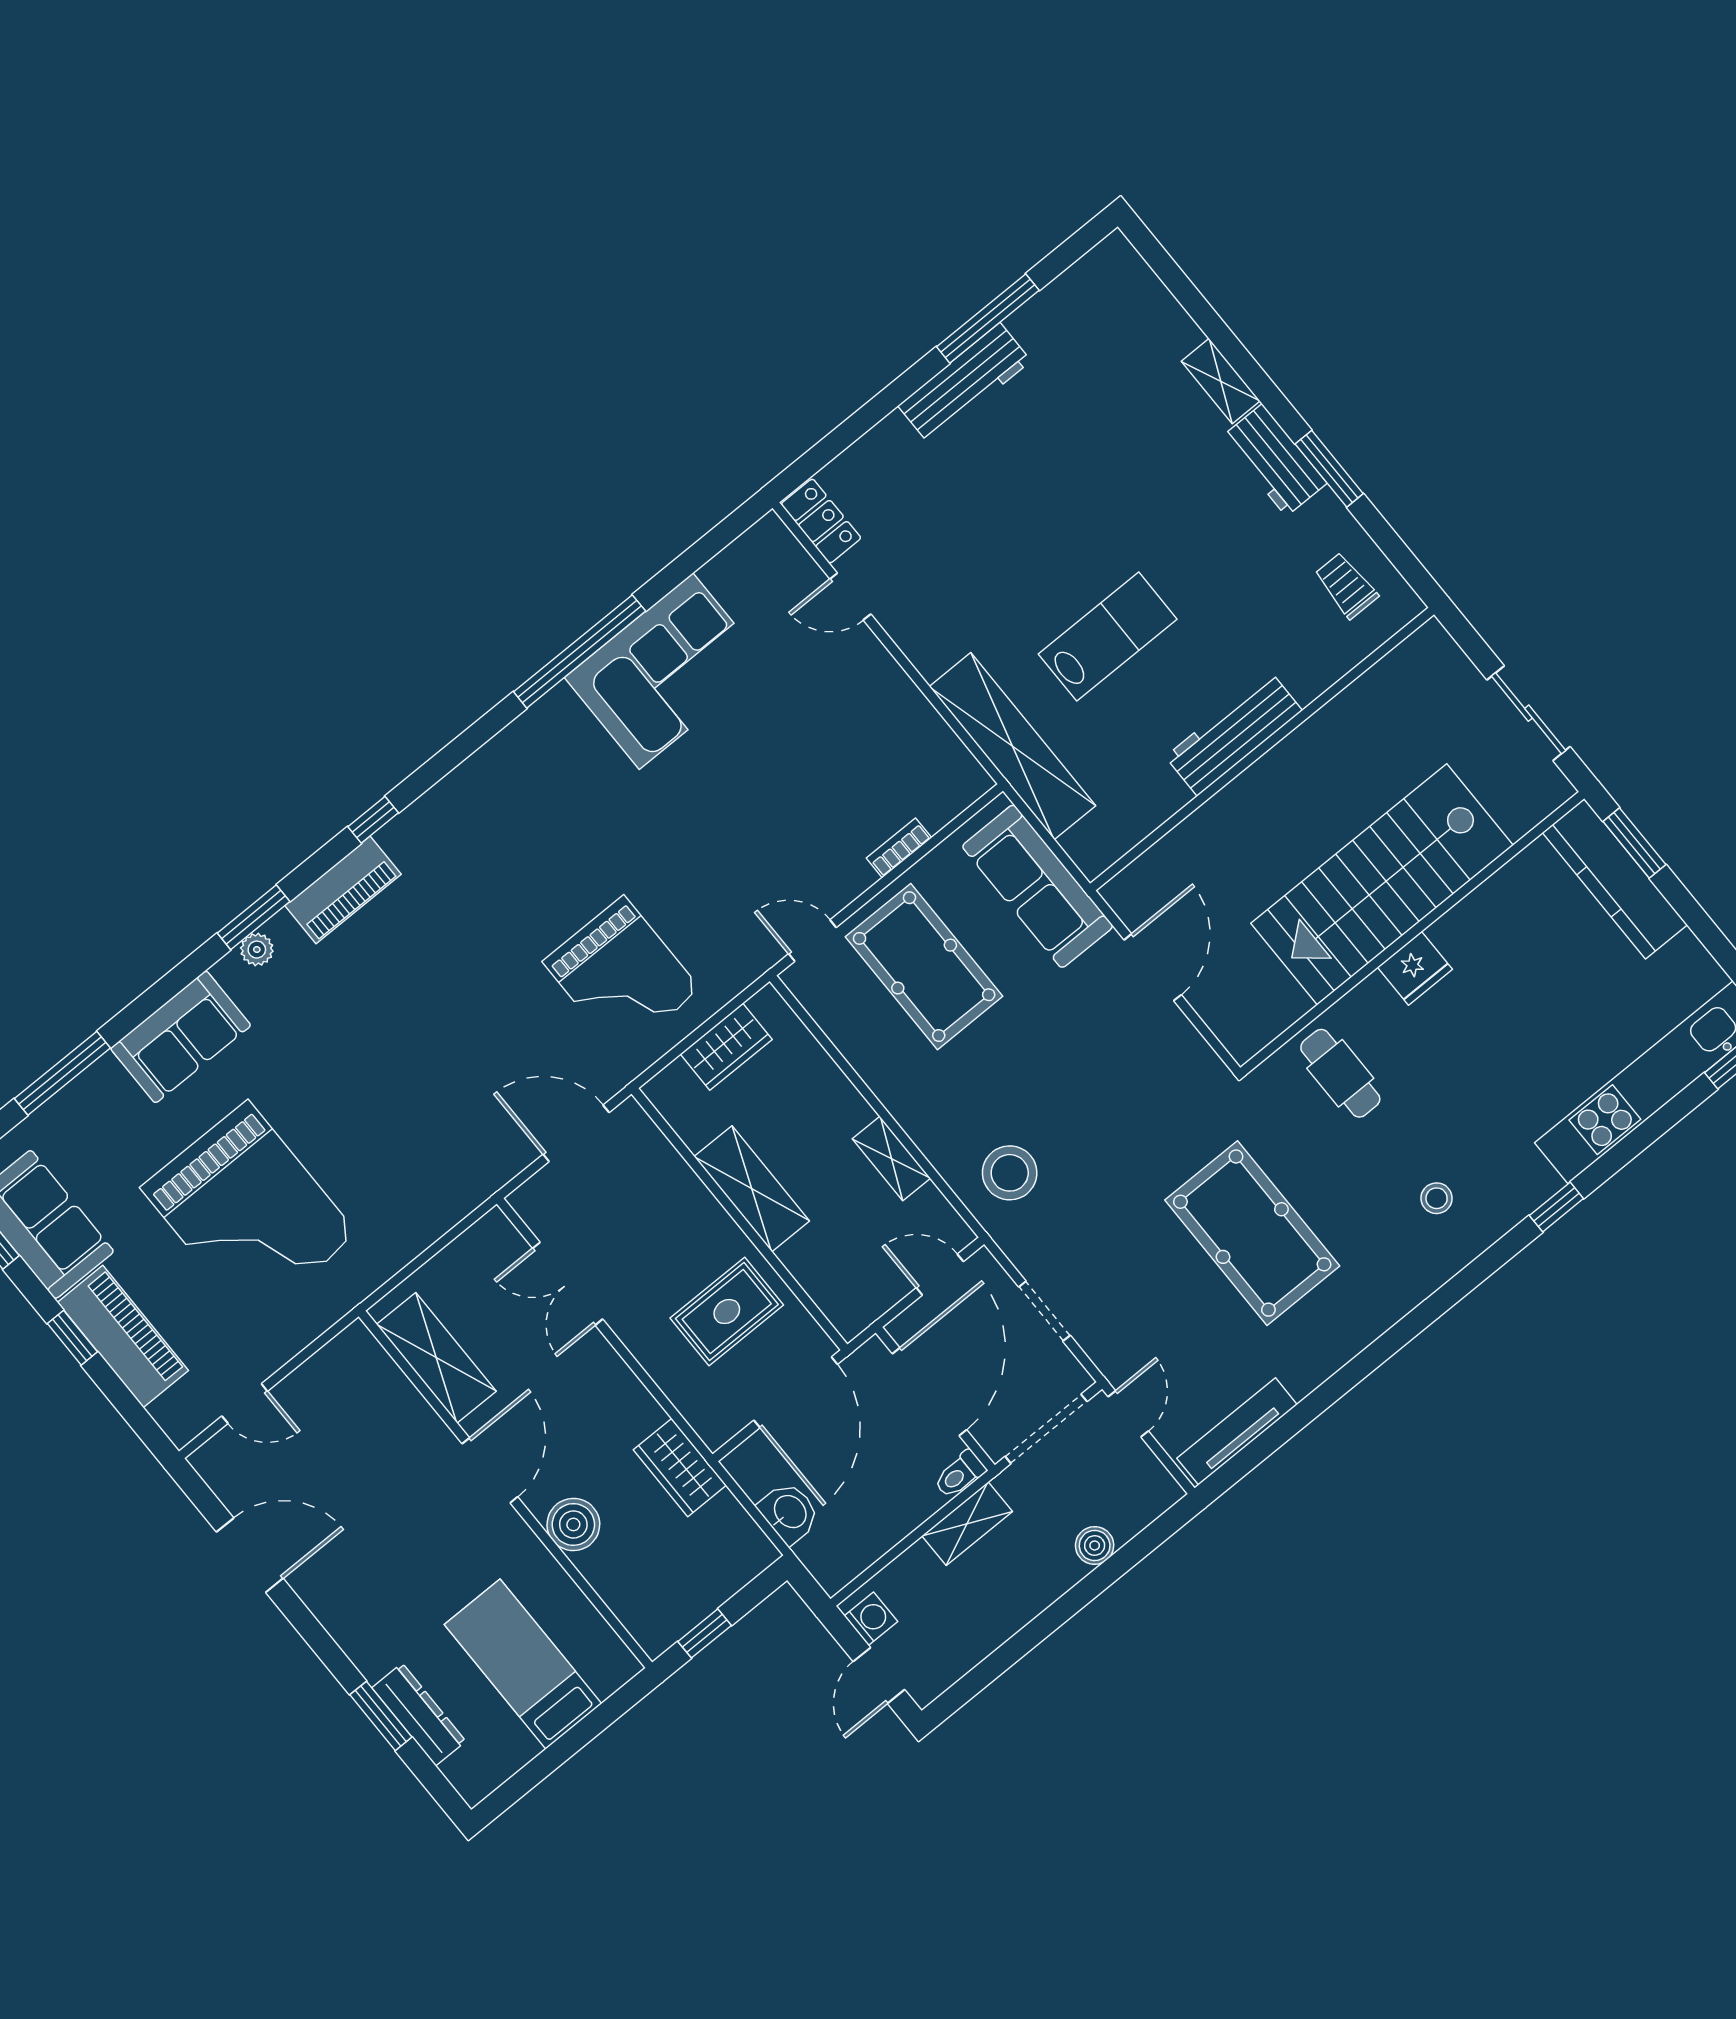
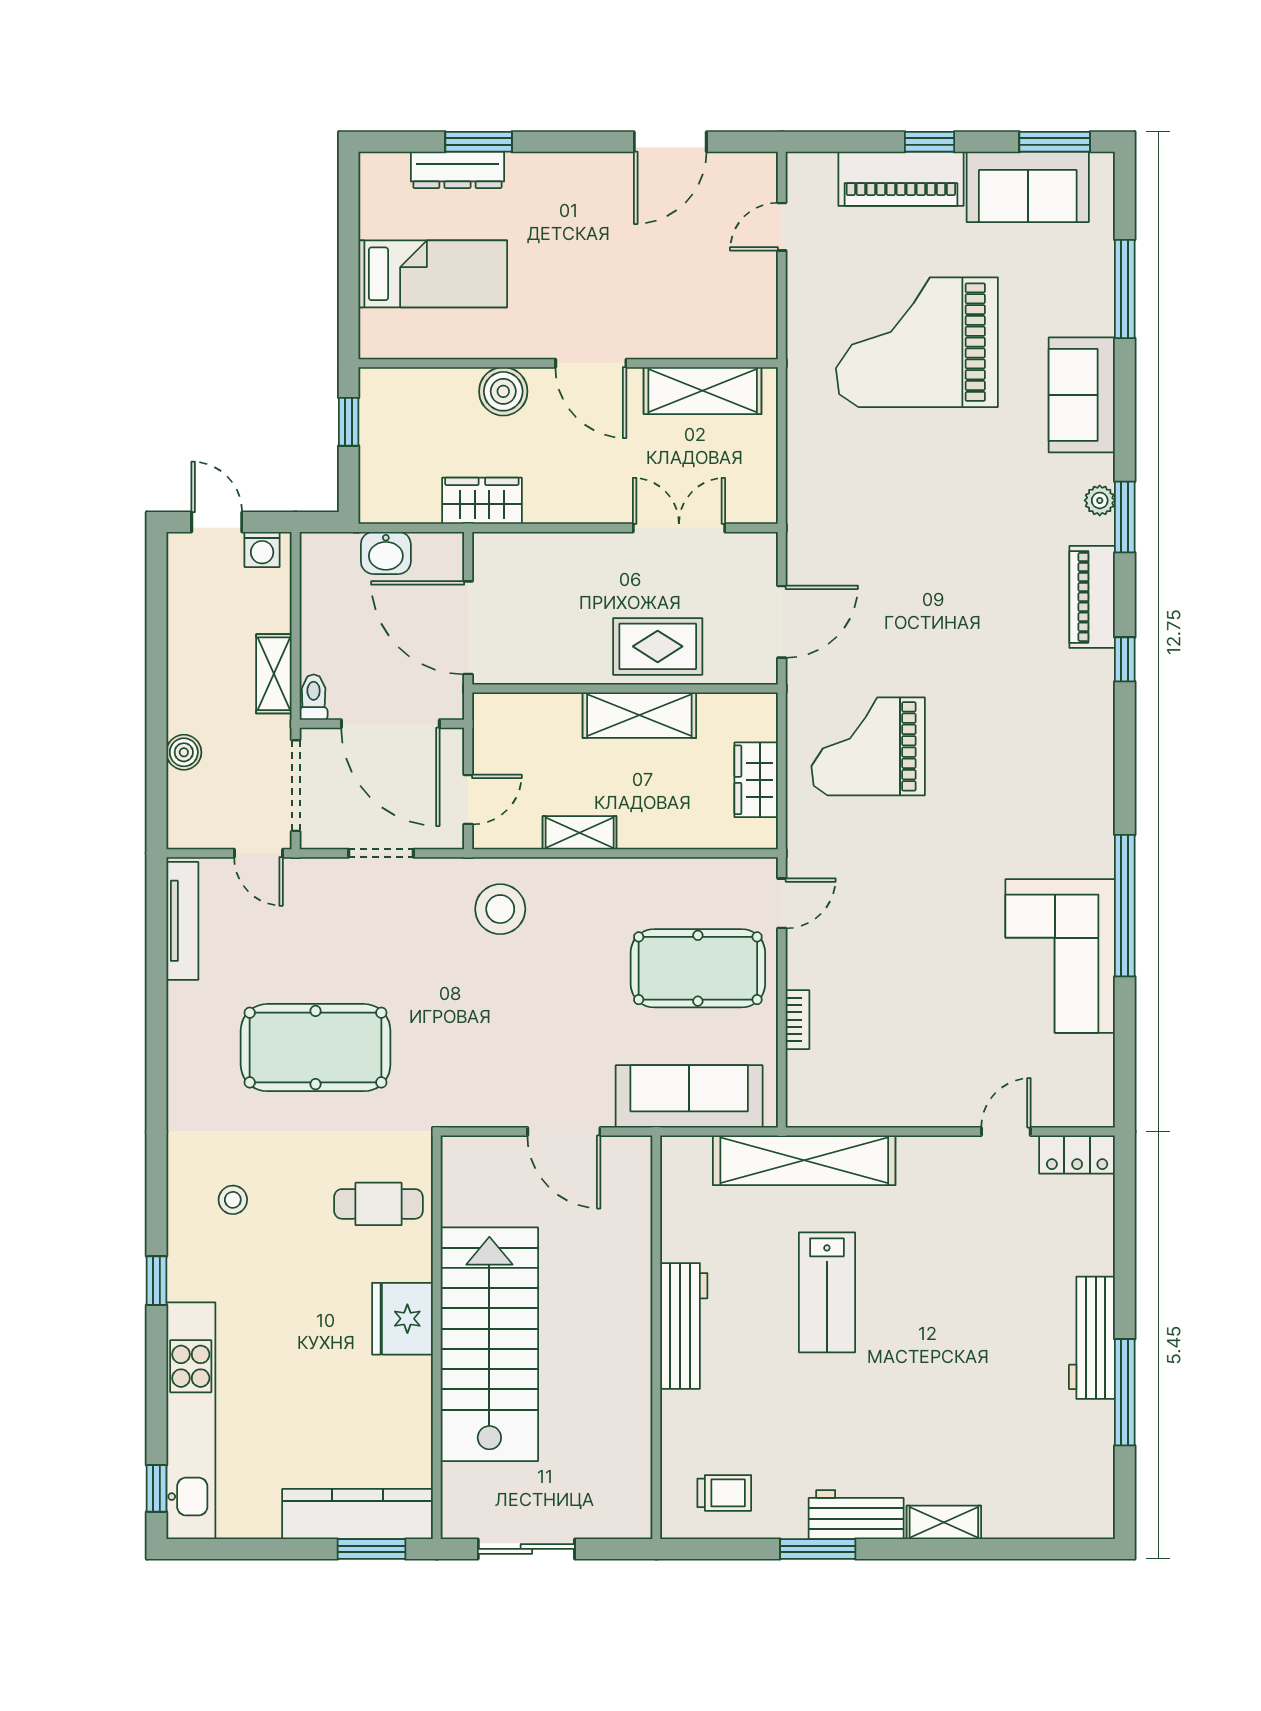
fridge: (1415, 968) -> (402, 1319), width x1.36, depth x1.34
rug: (727, 1312) -> (658, 646), moved, turned 90

